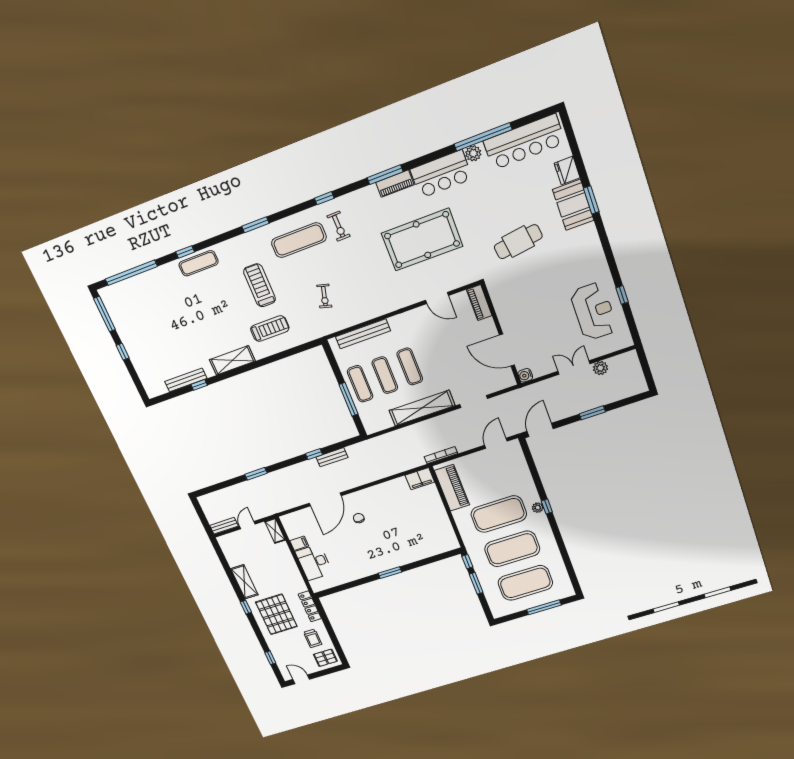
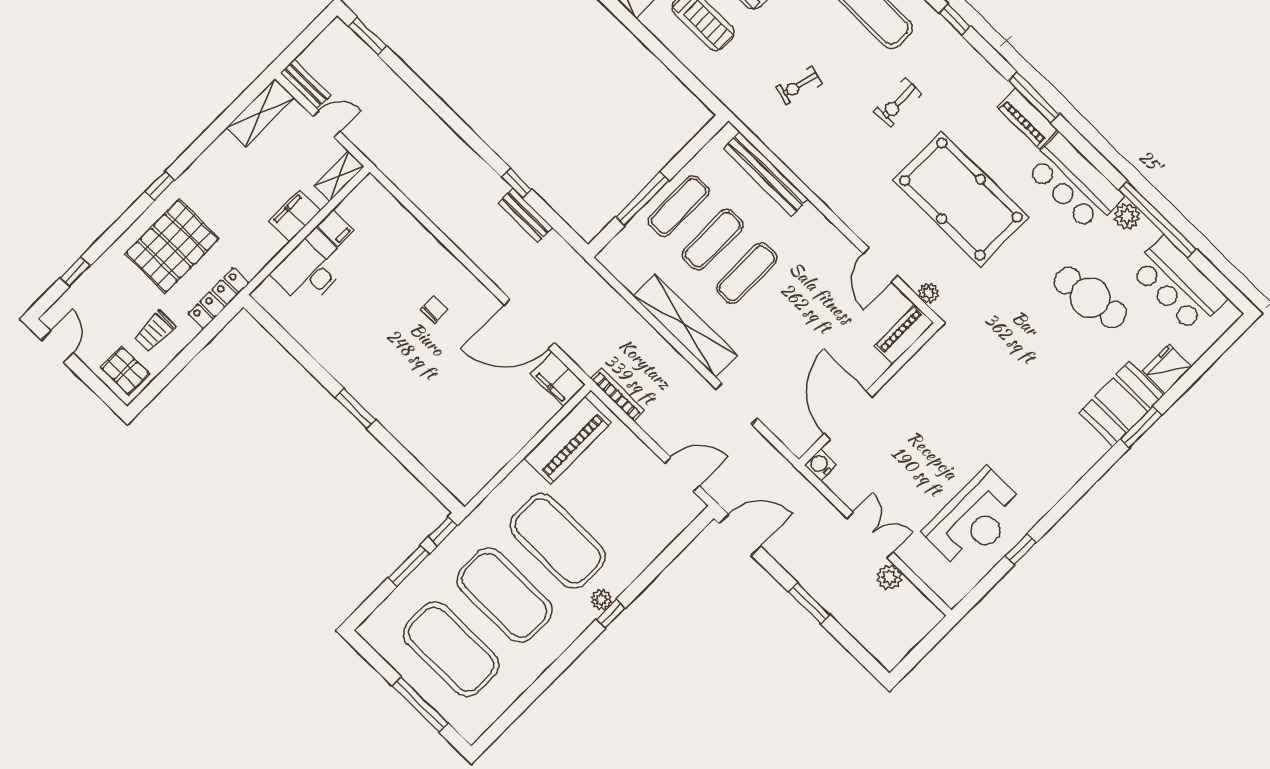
bar counter: (524, 142) -> (1178, 284), width x0.73
exercise bike: (339, 226) -> (898, 103), moved
cafe table: (518, 242) -> (1090, 297), moved
plant: (464, 280) -> (929, 293), added
window: (256, 474) -> (367, 36), moved
door: (325, 499) -> (529, 324), moved
filing cabinet: (286, 558) -> (295, 216), added
shelving: (244, 582) -> (260, 113), moved

